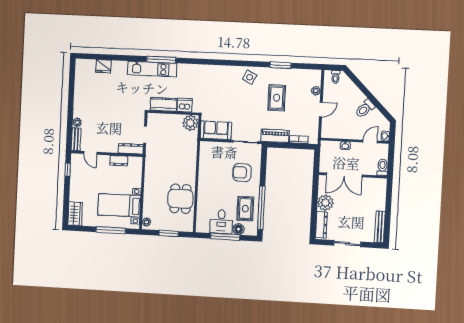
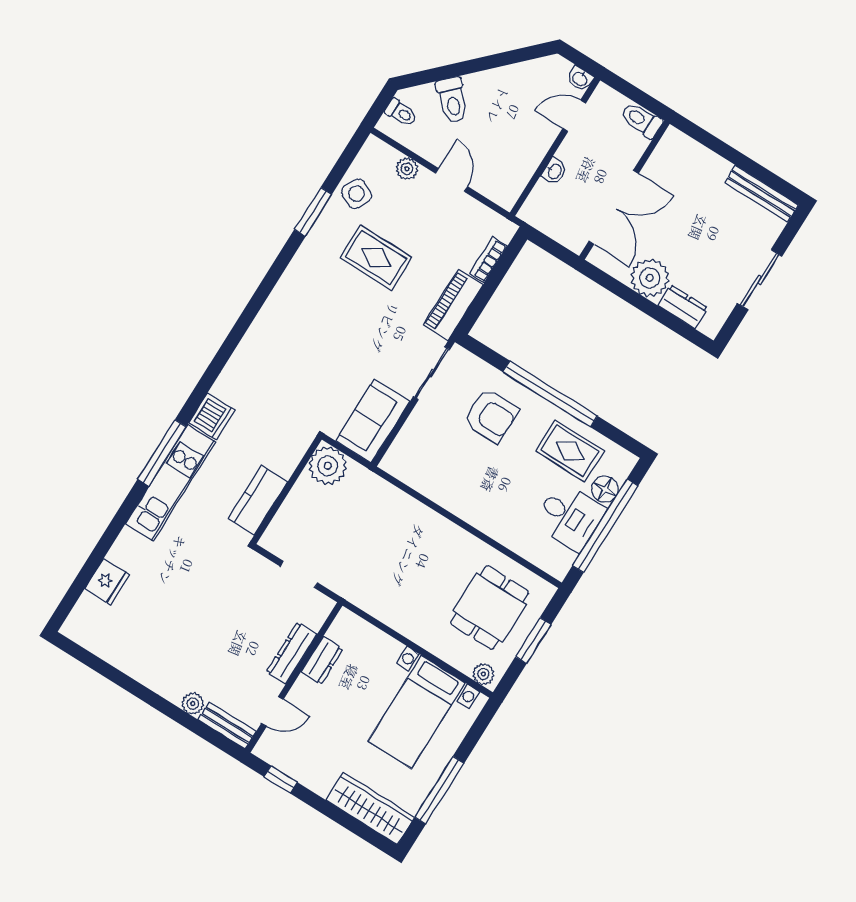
side table: (250, 77) -> (356, 194), moved
dishwasher: (185, 105) -> (212, 416), moved, turned 180
toilet: (365, 109) -> (452, 100), moved
door: (370, 142) -> (574, 116), hinge flipped
dresser: (131, 149) -> (292, 653), moved
armchair: (242, 172) -> (491, 416), turned -90
dining table: (180, 199) -> (490, 608), moved, turned 90
window: (261, 208) -> (550, 394), moved
wardrobe: (75, 214) -> (370, 809), width x1.50
dresser: (321, 225) -> (683, 307), width x0.70
window: (111, 230) -> (439, 790), moved
window: (225, 237) -> (605, 526), width x1.46

